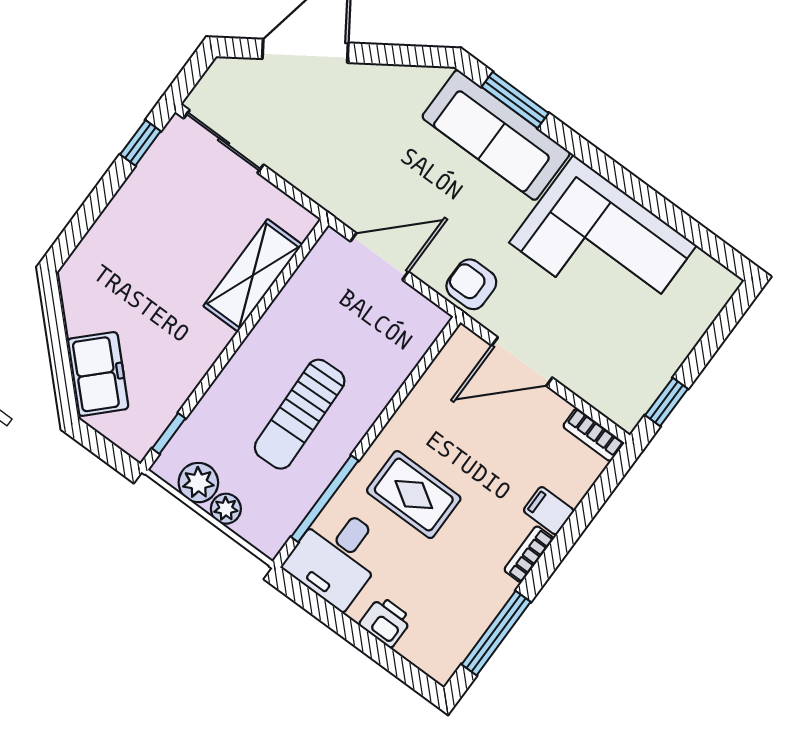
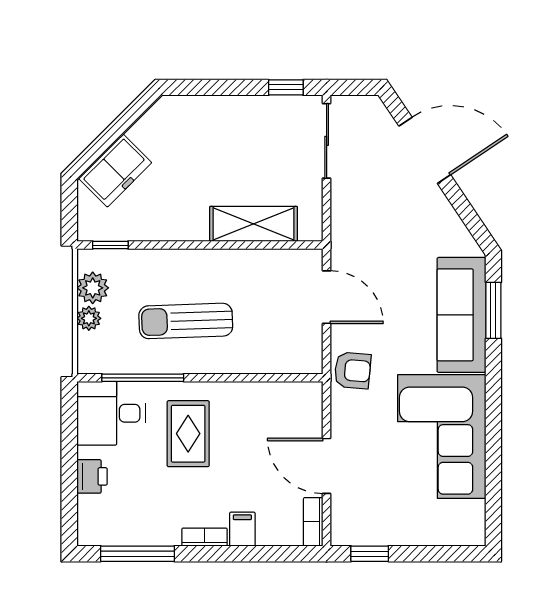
armchair: (471, 284) -> (353, 370), turned 95
door: (522, 362) -> (327, 466), moved

